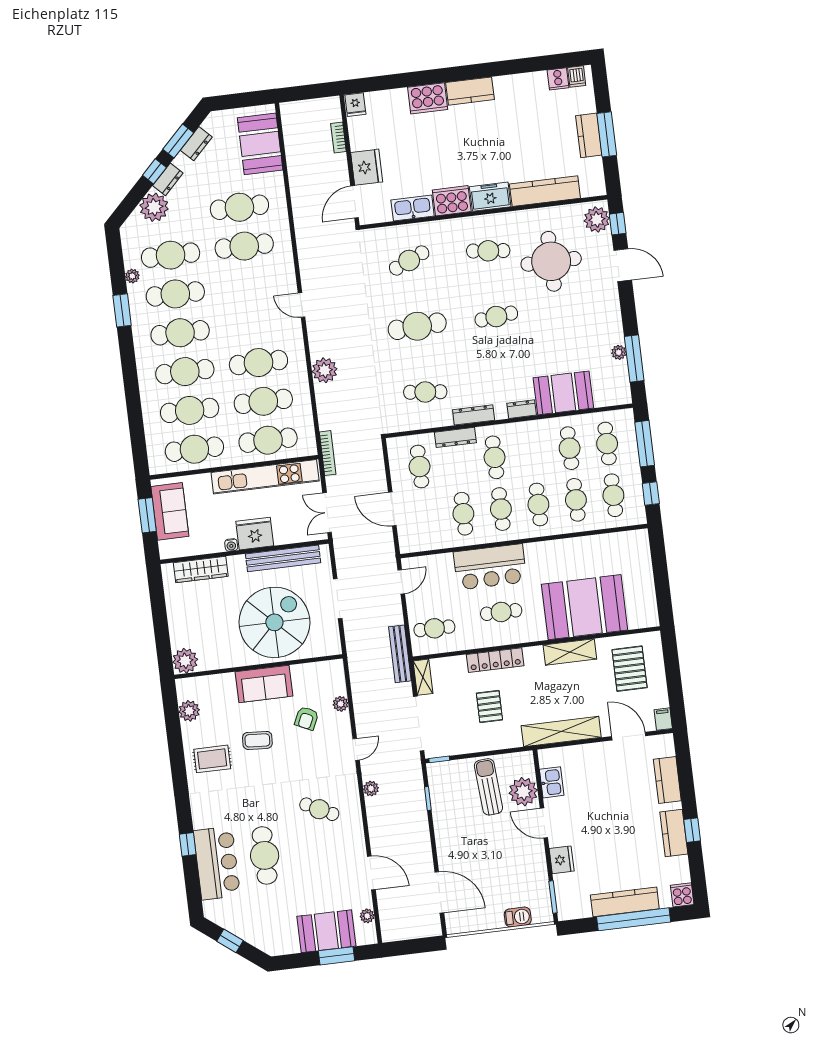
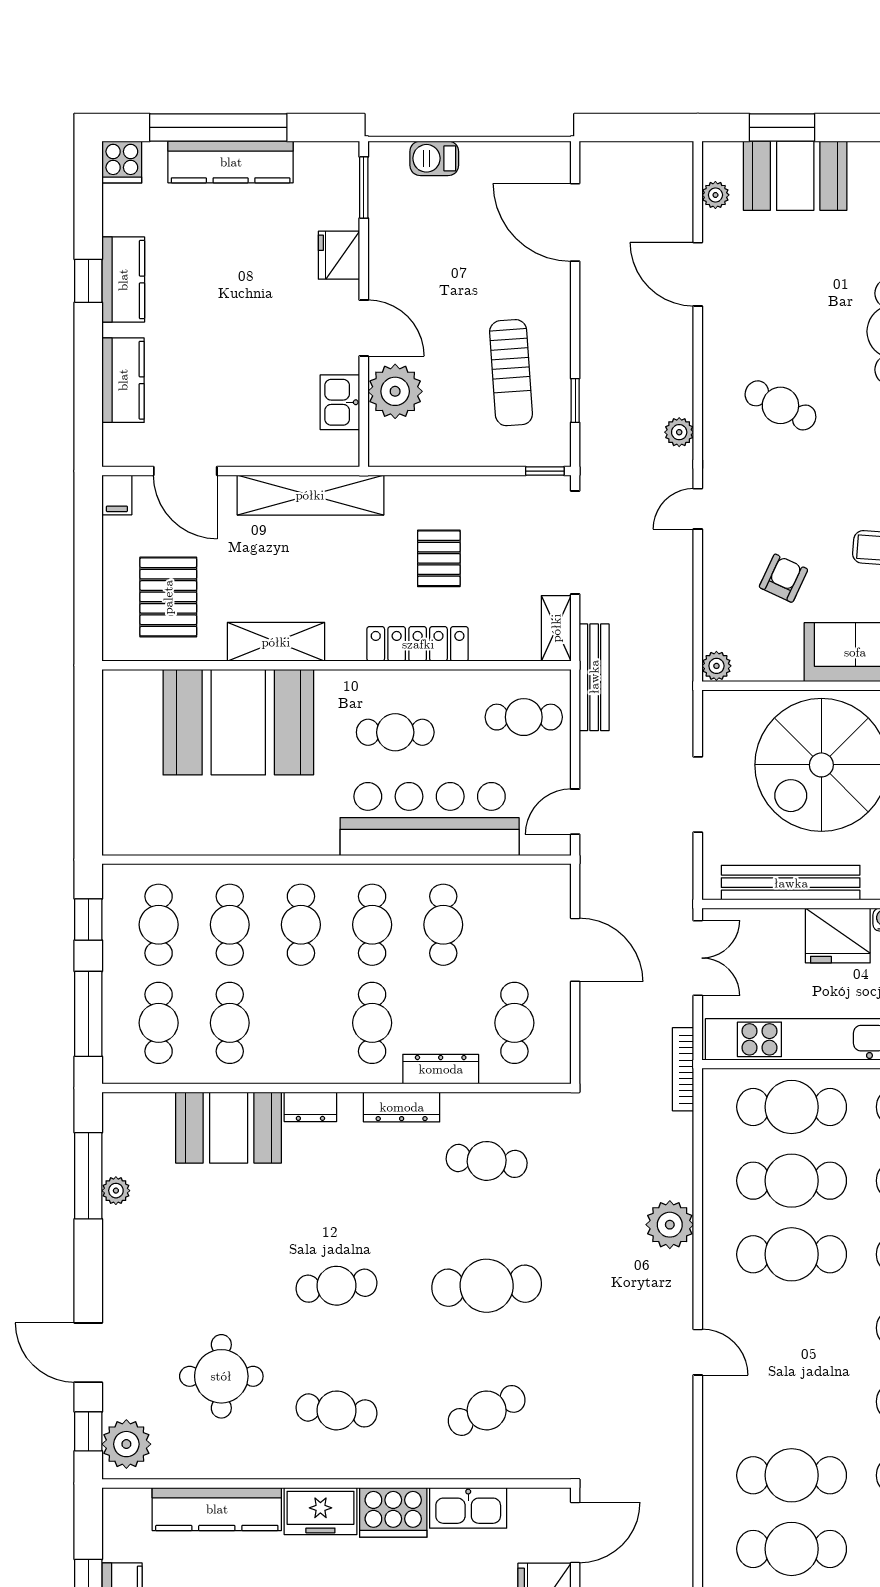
round table: (551, 261) -> (221, 1376), width x0.73, depth x0.73
bar counter: (490, 567) -> (430, 819), width x1.36
plant: (341, 704) -> (716, 666), moved
sun lounger: (488, 787) -> (511, 373), moved

